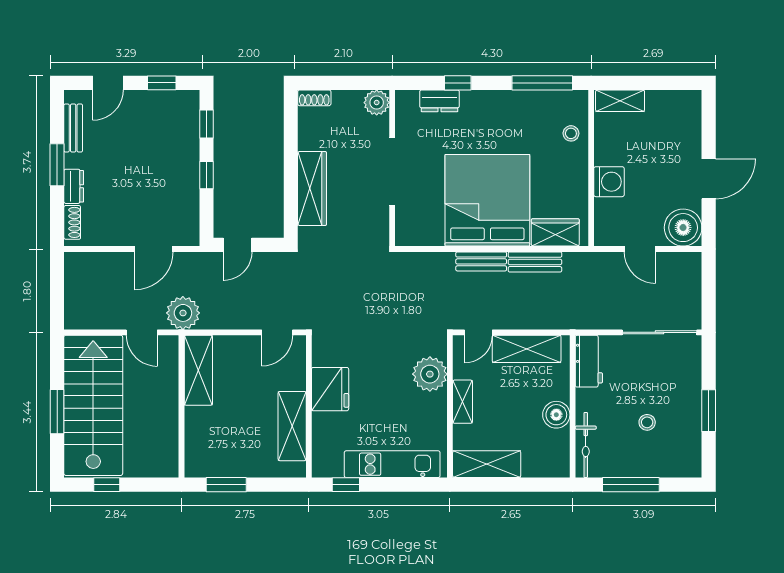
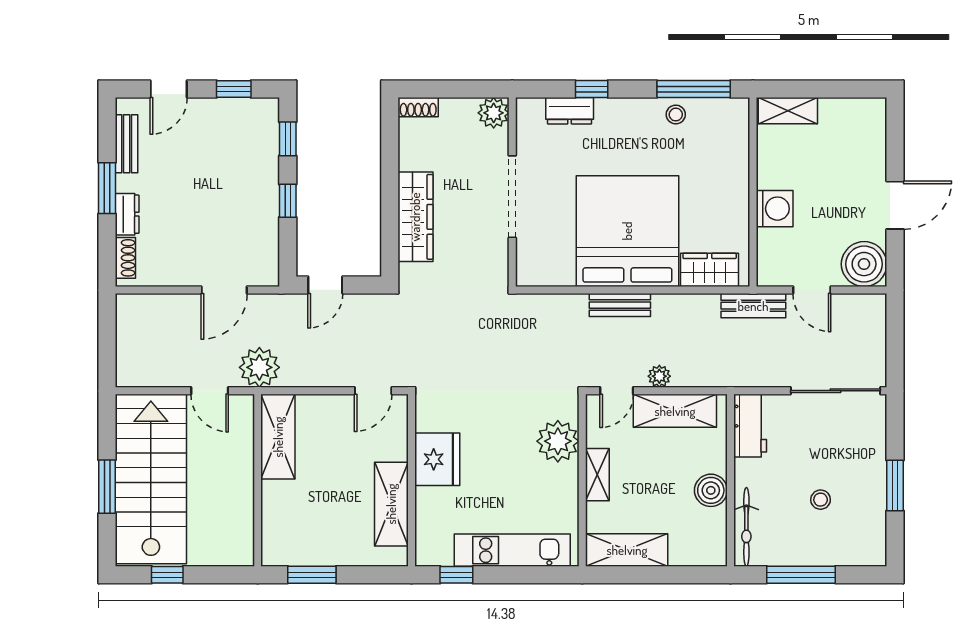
stool: (571, 133) -> (676, 115), moved
bench: (535, 262) -> (753, 306), moved
plant: (514, 320) -> (659, 376), added

